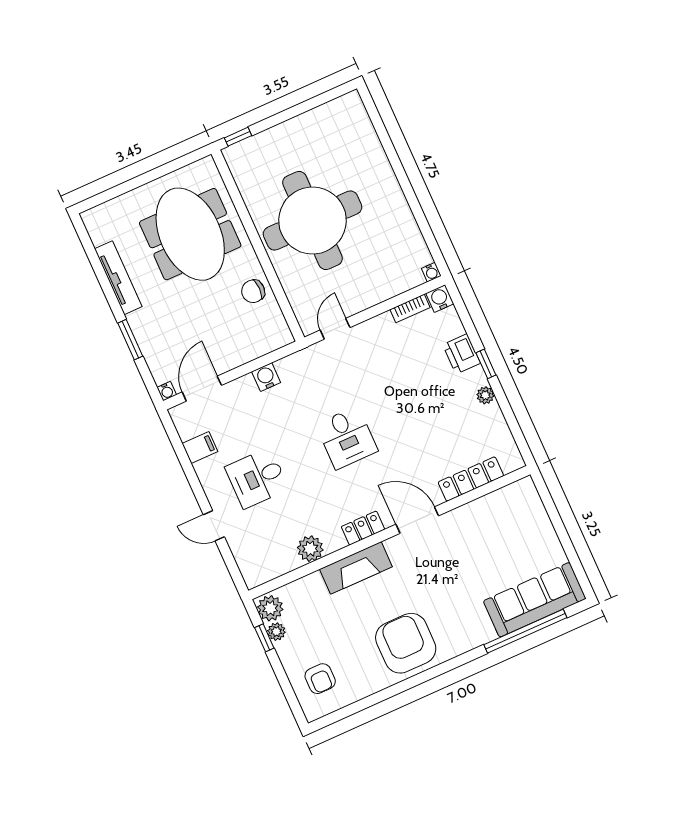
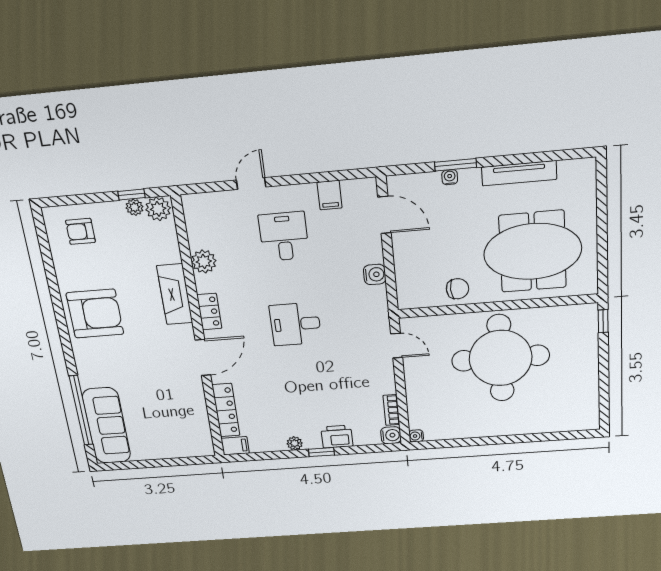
chair: (253, 291) -> (458, 289), turned 87
water cooler: (167, 391) -> (450, 177), moved, turned 90
filing cabinet: (511, 457) -> (235, 446), added

